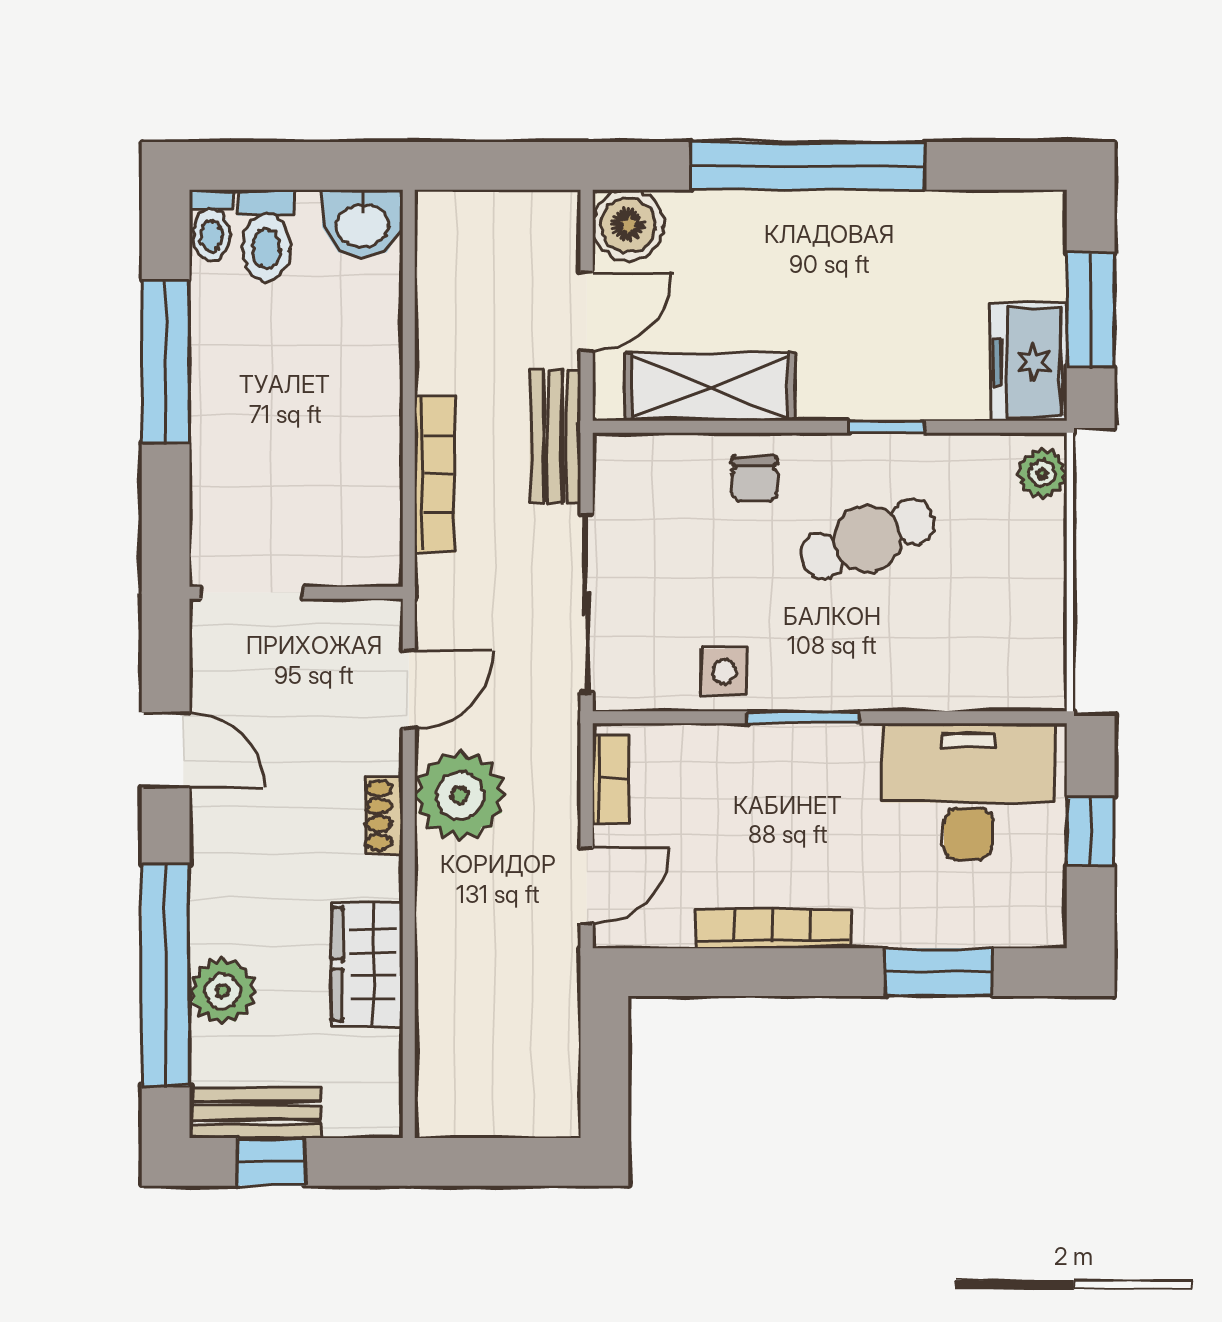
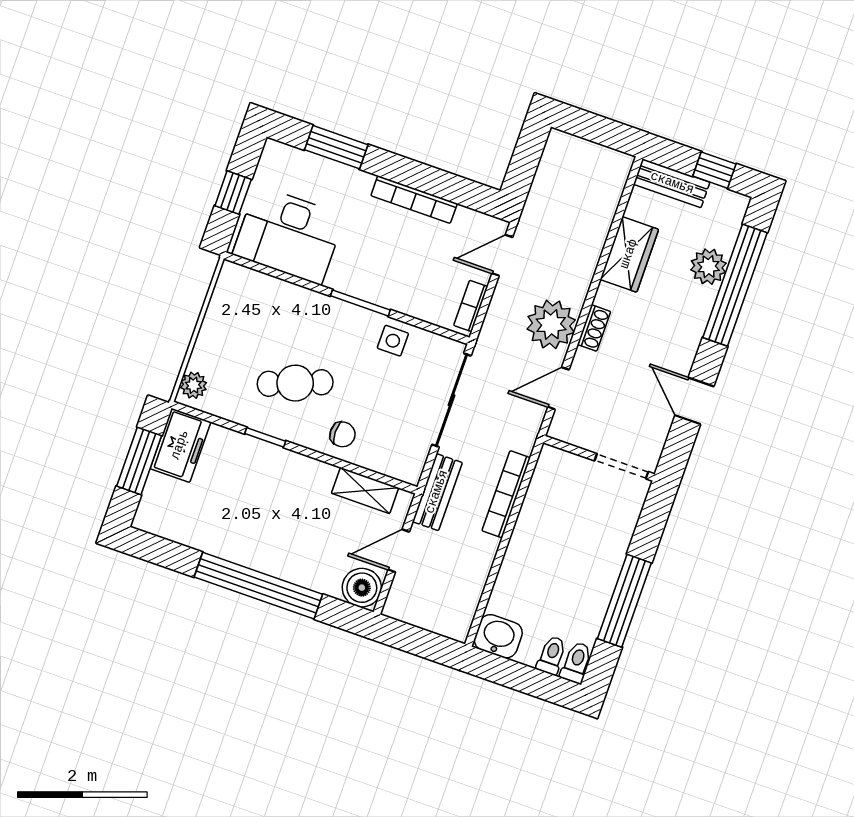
toilet: (266, 236) -> (552, 655), width x0.73, depth x0.72
shelving: (710, 387) -> (365, 490), width x0.67, depth x0.75
chair: (754, 479) -> (343, 434), turned 90
bench: (255, 1113) -> (672, 183), moved

